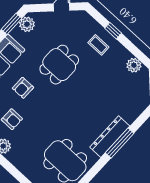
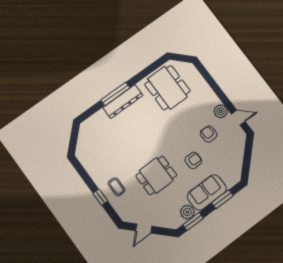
plant: (27, 24) -> (187, 212), moved
plant: (134, 65) -> (88, 162), removed

